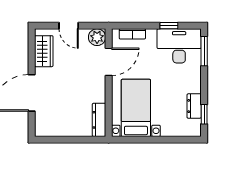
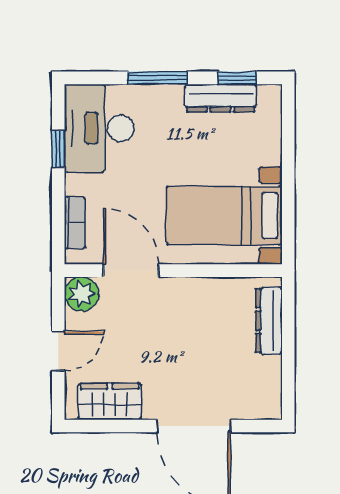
window: (204, 51) -> (157, 78), moved
dresser: (194, 106) -> (220, 98), width x1.44
dresser: (99, 120) -> (269, 321), moved, turned 90

